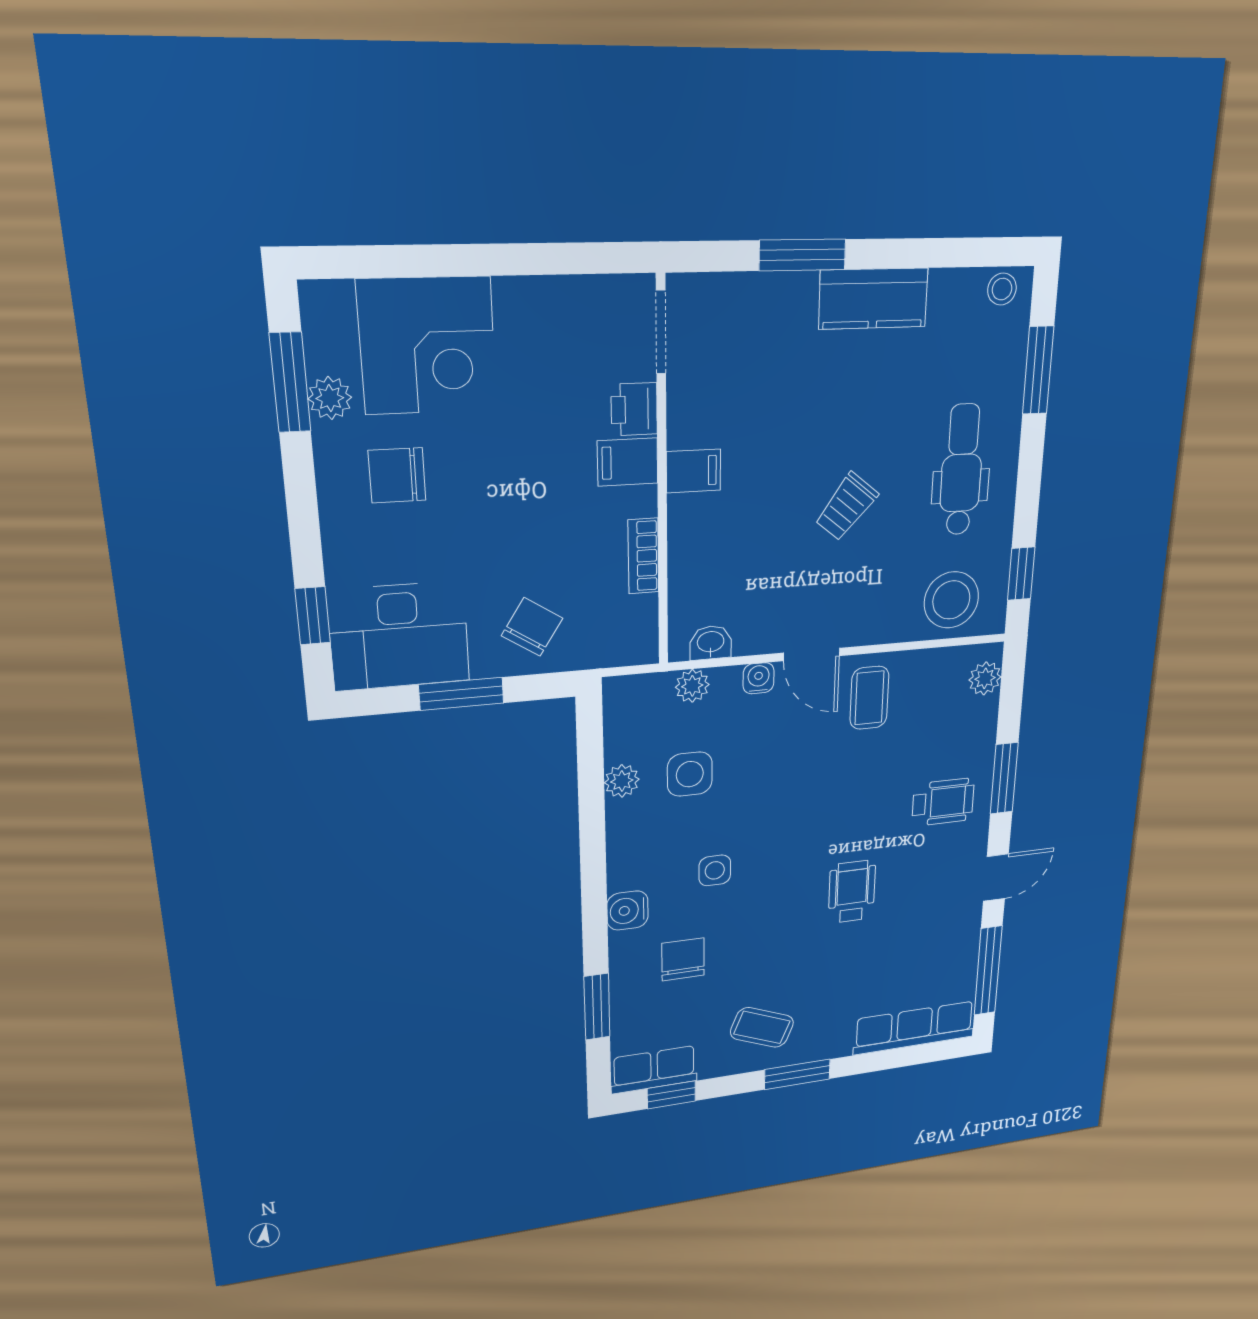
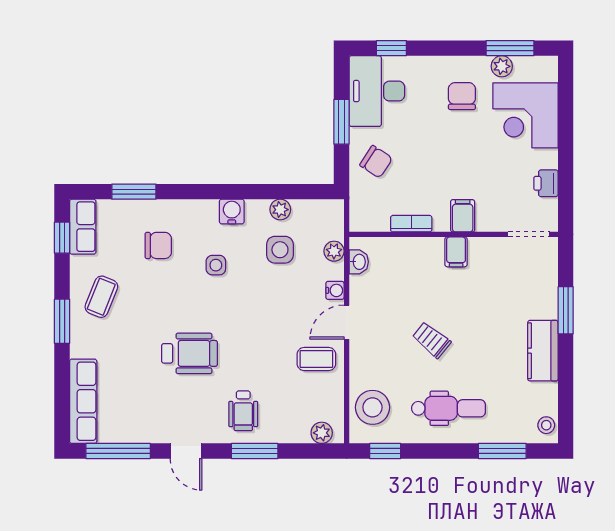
printer: (634, 409) -> (546, 183), moved, turned -90
wheelchair: (852, 892) -> (189, 353), width x1.36, depth x1.37
water cooler: (628, 911) -> (232, 212), moved

